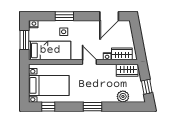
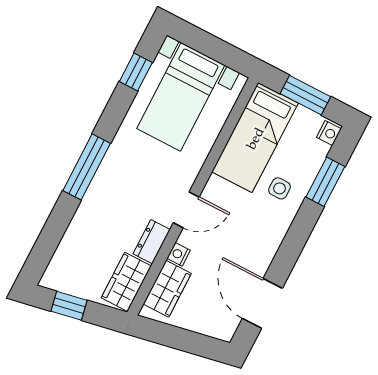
window: (64, 16) -> (325, 182), moved
dresser: (108, 69) -> (152, 242), added
plant: (123, 96) -> (75, 244), removed
window: (92, 107) -> (87, 167), width x1.44

